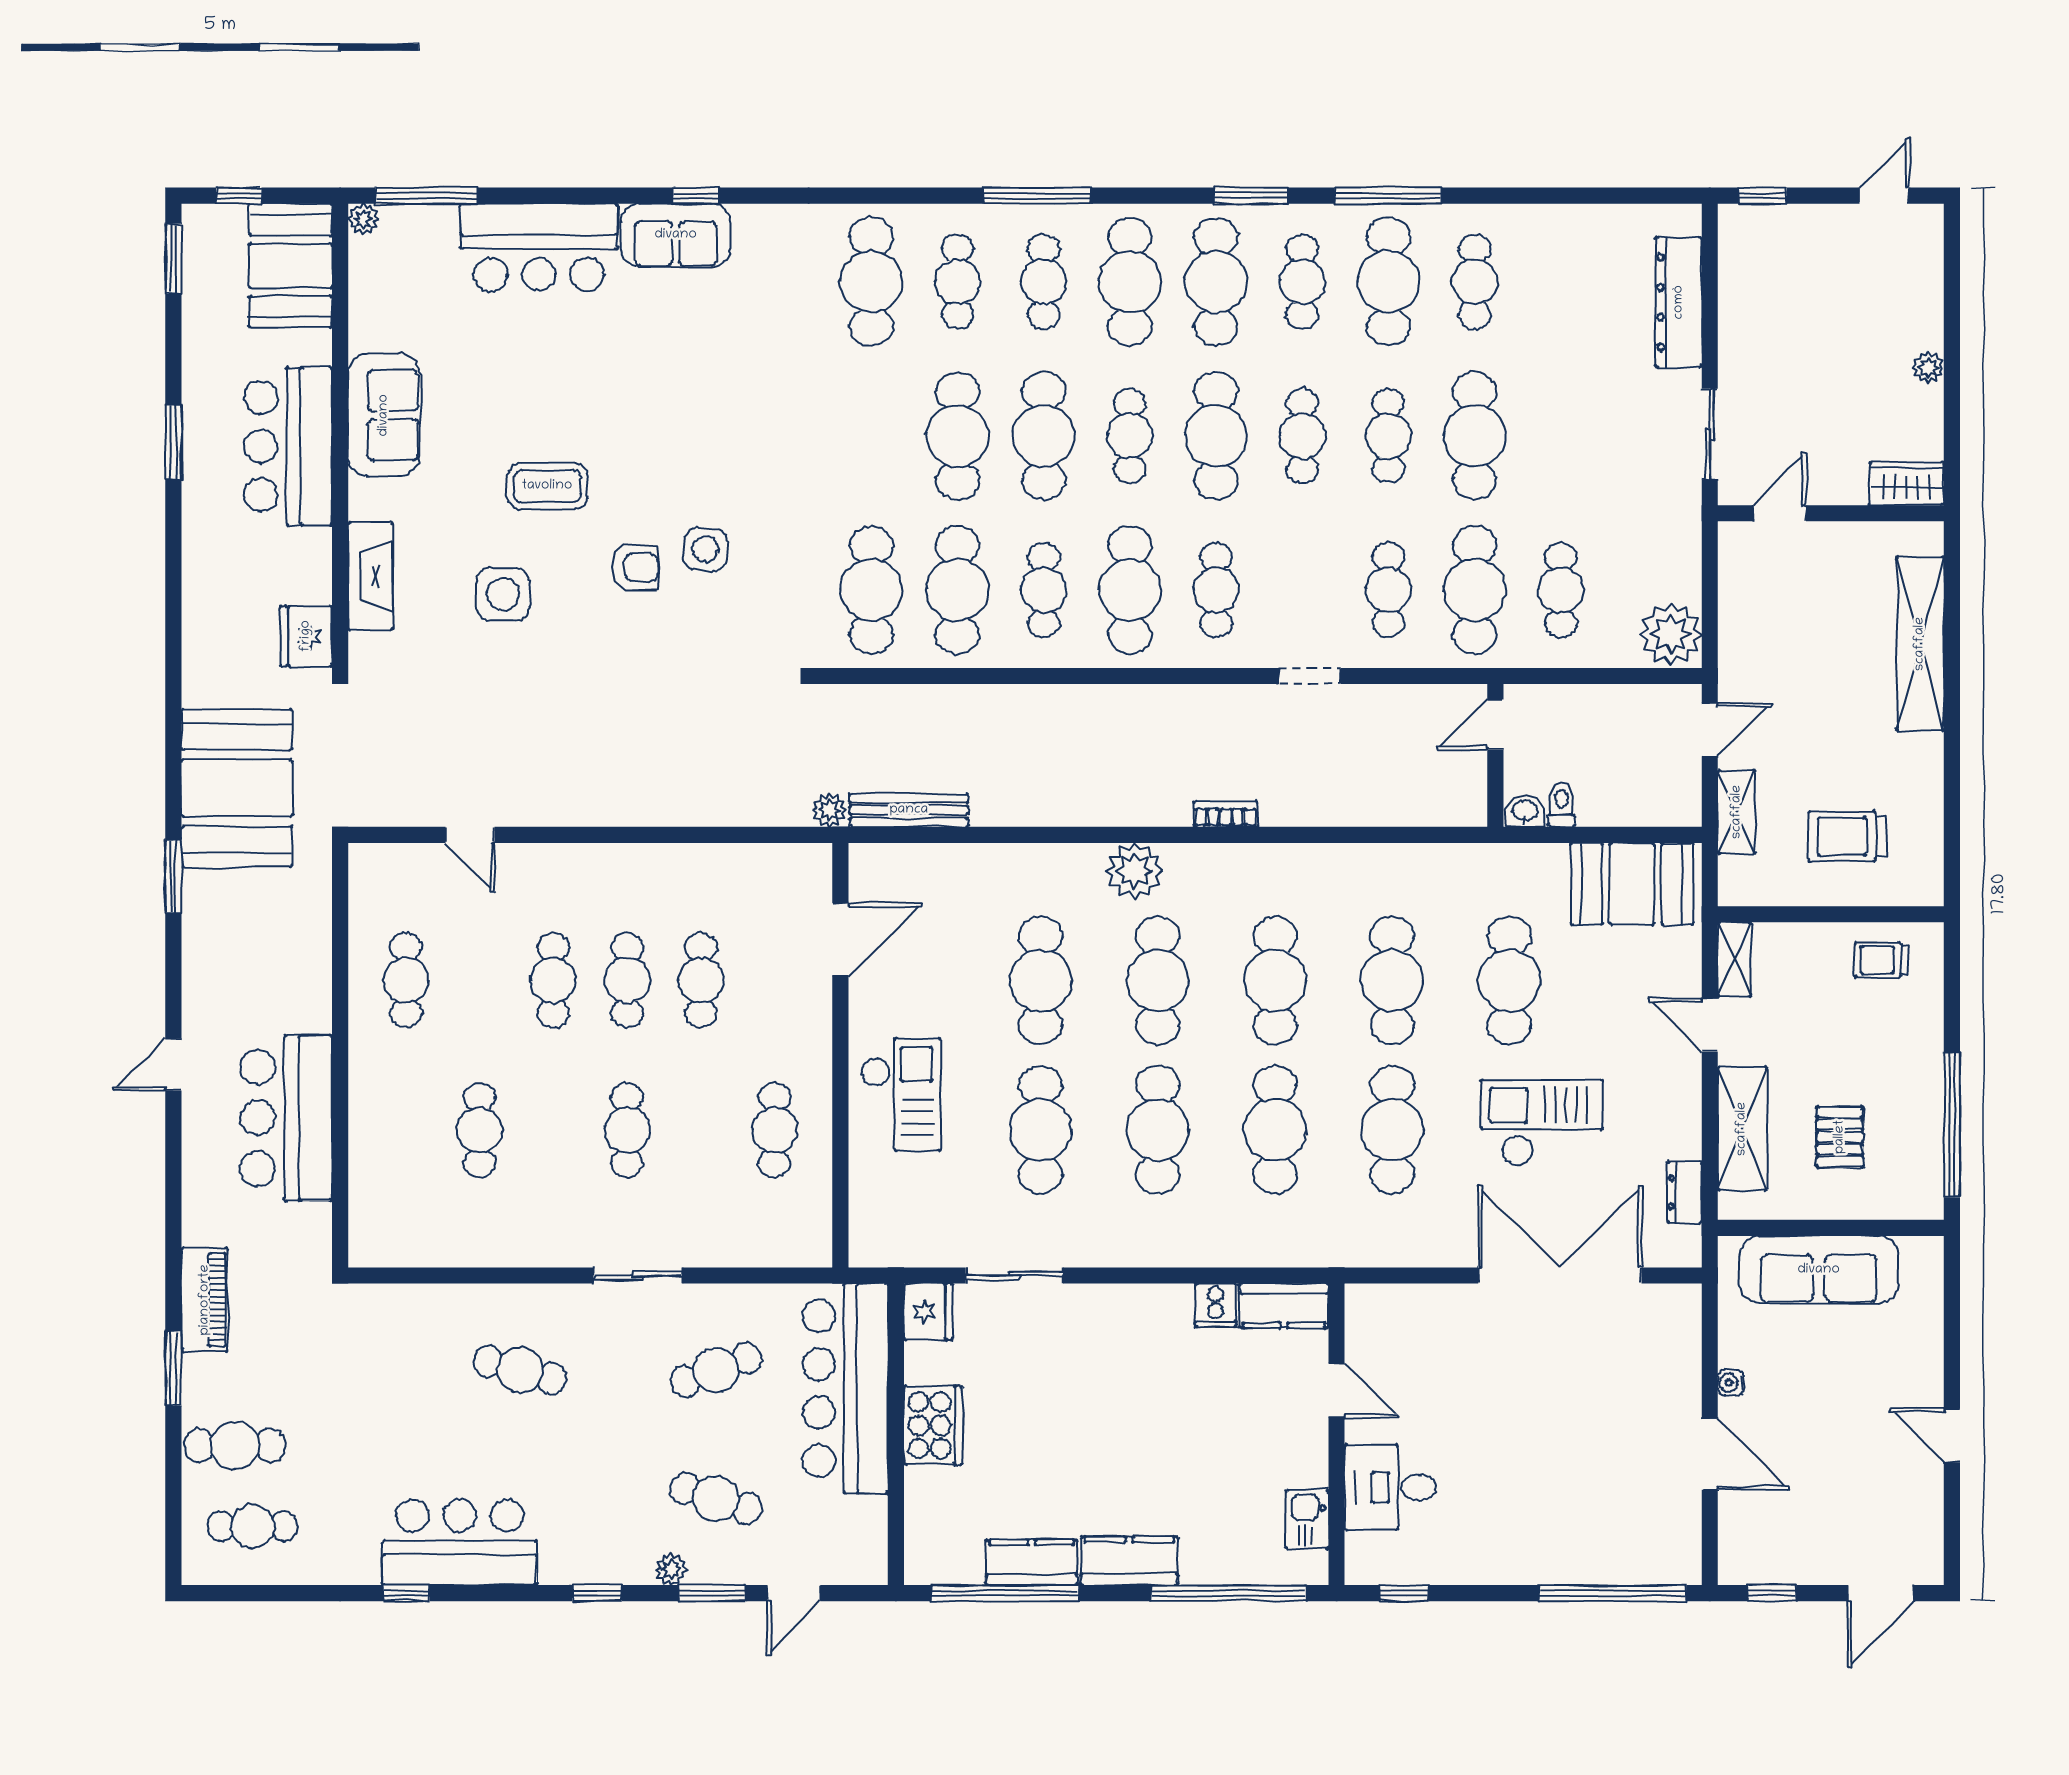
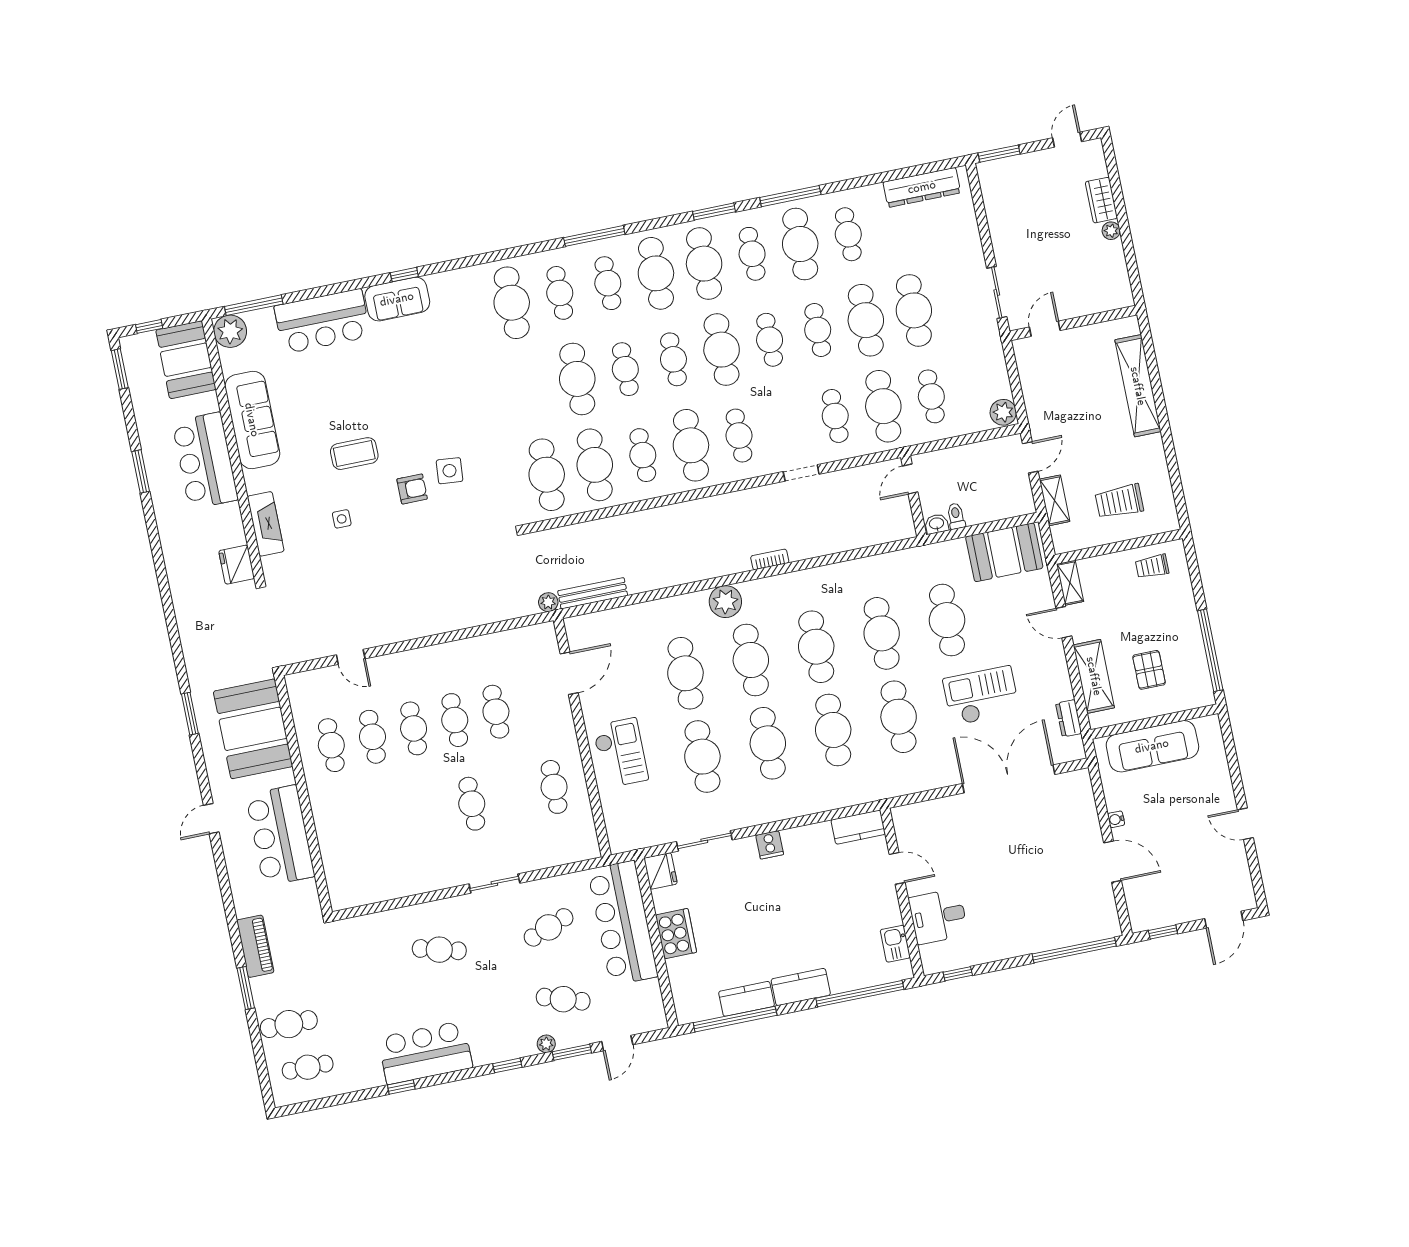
window: (1762, 196) -> (999, 154), width x1.50
plant: (363, 219) -> (230, 331), width x1.88, depth x1.88
dresser: (1679, 302) -> (922, 187), moved, turned -90
sofa: (384, 415) -> (252, 420), width x1.36
cafe table: (1044, 436) -> (625, 369), width x0.73, depth x0.74
cafe table: (1561, 436) -> (914, 310), added
wardrobe: (1907, 484) -> (1101, 200), moved, turned -90
side table: (503, 594) -> (342, 519), width x0.54, depth x0.54
plant: (1671, 634) -> (1003, 412), width x0.73, depth x0.73
booth: (237, 788) -> (253, 729), moved
cafe table: (480, 1130) -> (372, 737), moved
cooker: (1216, 1305) -> (770, 845), moved

